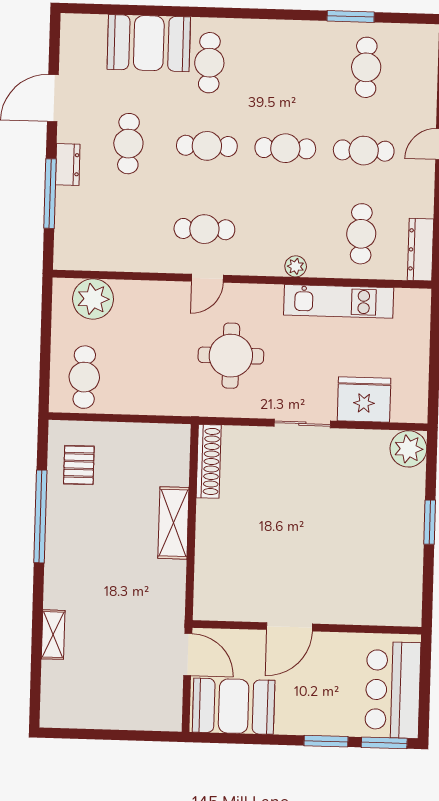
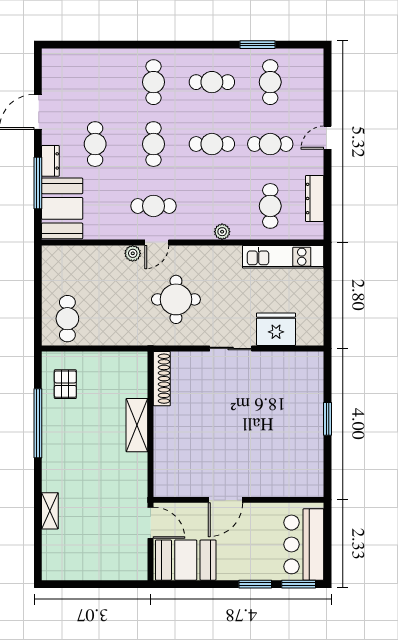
booth: (149, 43) -> (62, 208), moved, turned 90
cafe table: (288, 65) -> (212, 82), added
cafe table: (207, 146) -> (154, 144), turned 90
dresser: (420, 250) -> (315, 198), moved
plant: (93, 299) -> (133, 253), moved, width x0.53, depth x0.53
kitchen unit: (339, 301) -> (283, 257), moved
plant: (408, 449) -> (310, 365), removed

